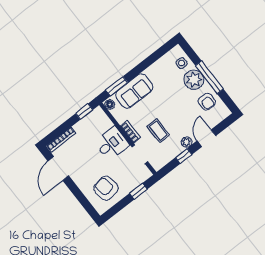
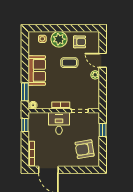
window: (209, 77) -> (65, 28), removed
sofa: (134, 91) -> (37, 70), moved
coffee table: (158, 131) -> (69, 63), moved
window: (184, 156) -> (103, 84), removed

